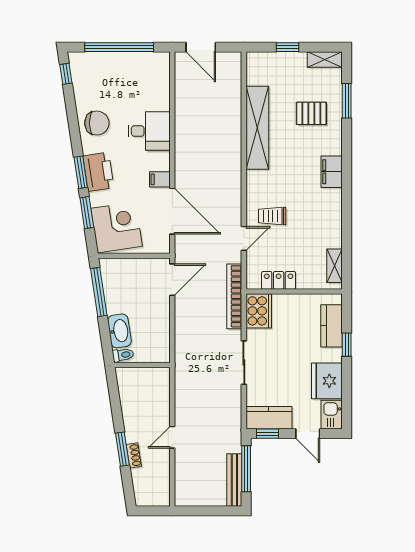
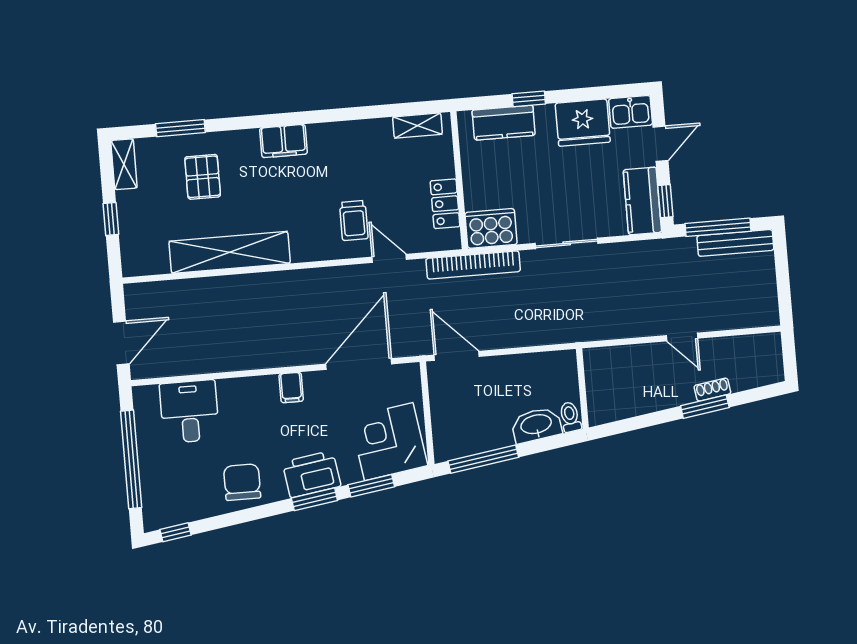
desk: (149, 131) -> (189, 412), moved
filing cabinet: (160, 179) -> (291, 388), moved

